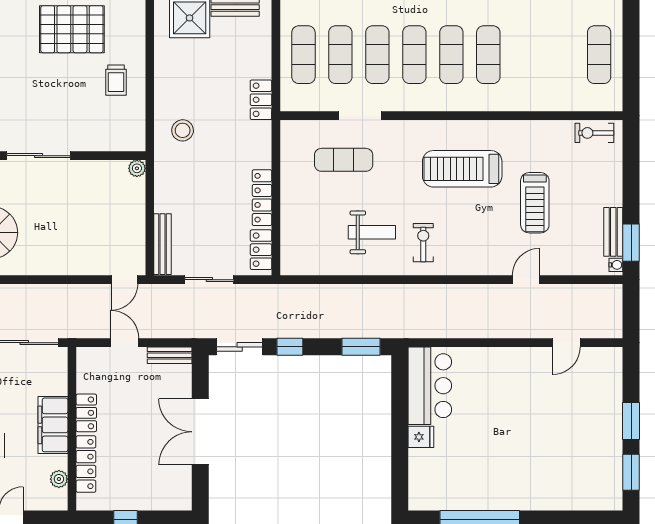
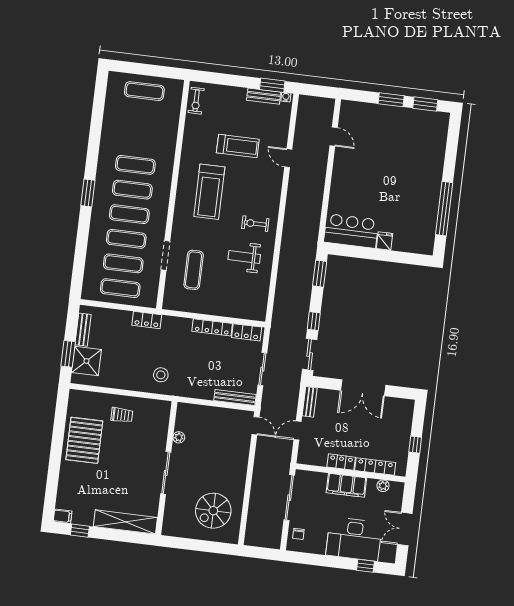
plant: (137, 168) -> (179, 437), moved
weight bench: (372, 232) -> (244, 257), turned -90

